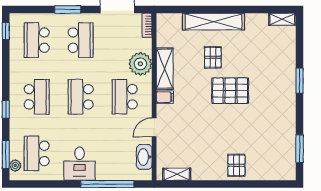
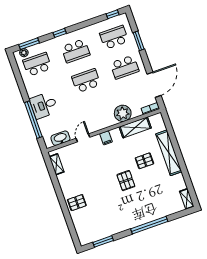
window: (68, 10) -> (139, 41), moved
shelving: (165, 69) -> (135, 127), moved
window: (300, 81) -> (149, 225), width x2.11
pallet: (230, 91) -> (126, 181), width x0.67, depth x0.71
school desk: (125, 97) -> (97, 111), removed
door: (154, 127) -> (83, 138), hinge flipped
desk: (79, 164) -> (44, 105), moved

